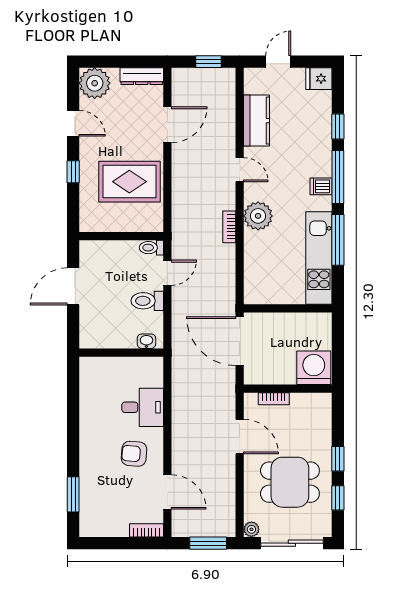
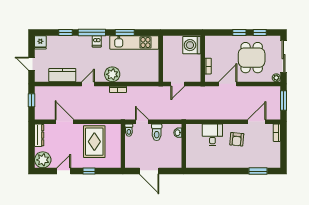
window: (338, 240) -> (125, 32), width x0.69
door: (240, 341) -> (178, 84), width x0.53

